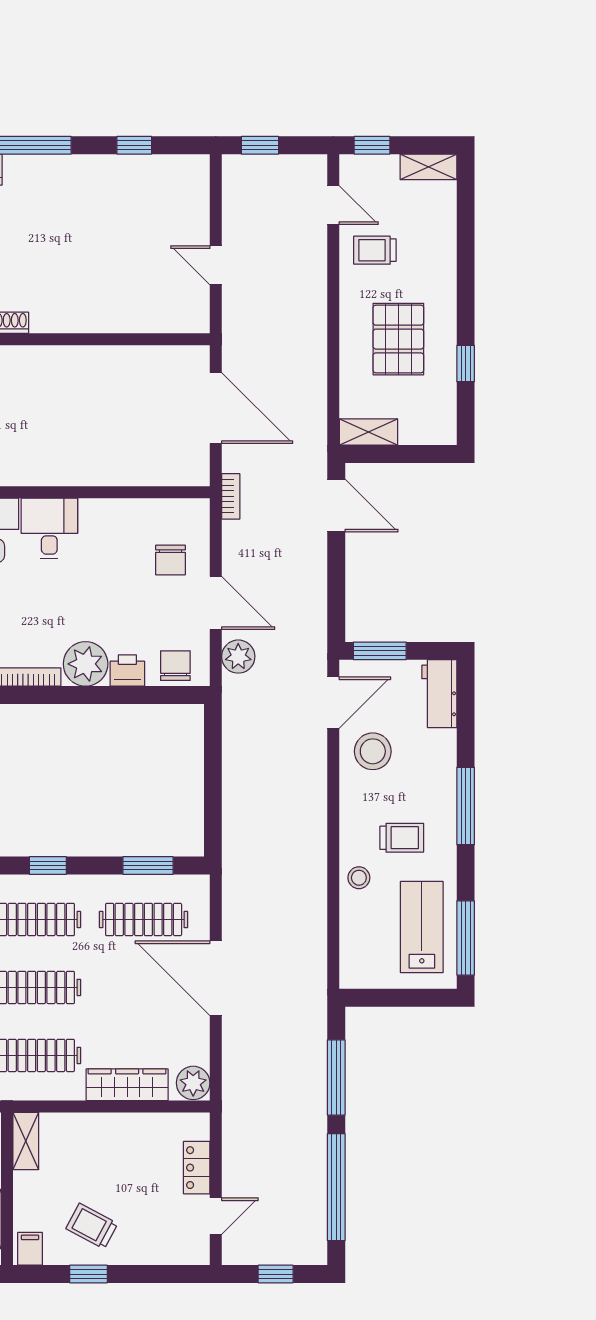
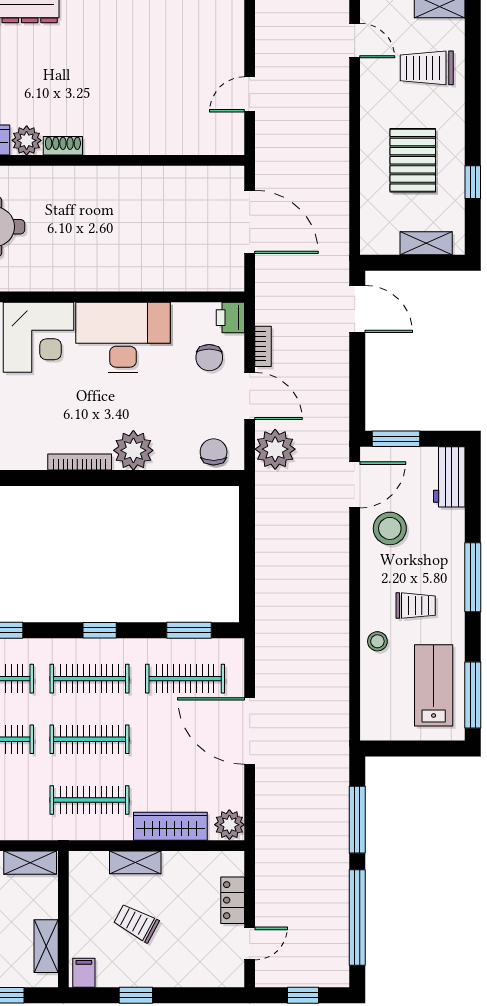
trolley: (375, 250) -> (427, 68), moved, width x1.36, depth x1.39
door: (216, 265) -> (250, 94), hinge flipped
shelving: (369, 432) -> (426, 243), moved
bookcase: (231, 496) -> (263, 346), moved
desk: (49, 528) -> (123, 338), width x1.87, depth x1.30
plant: (238, 657) -> (275, 449), width x1.36, depth x1.36
printer: (127, 671) -> (230, 318), moved, turned -90
shelving: (26, 1141) -> (135, 862), moved, turned 90
trolley: (92, 1226) -> (136, 923), moved

